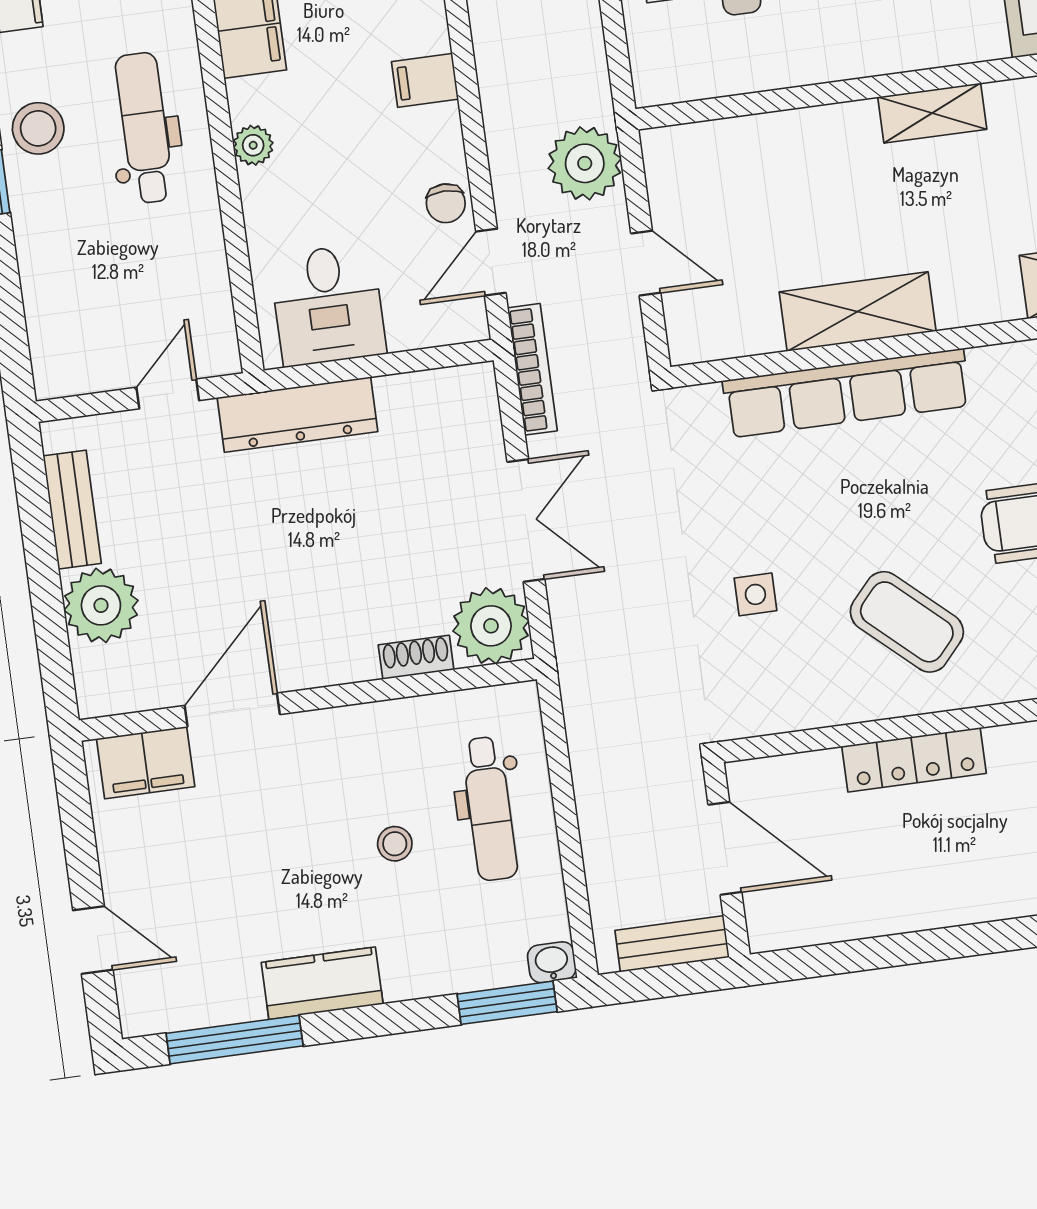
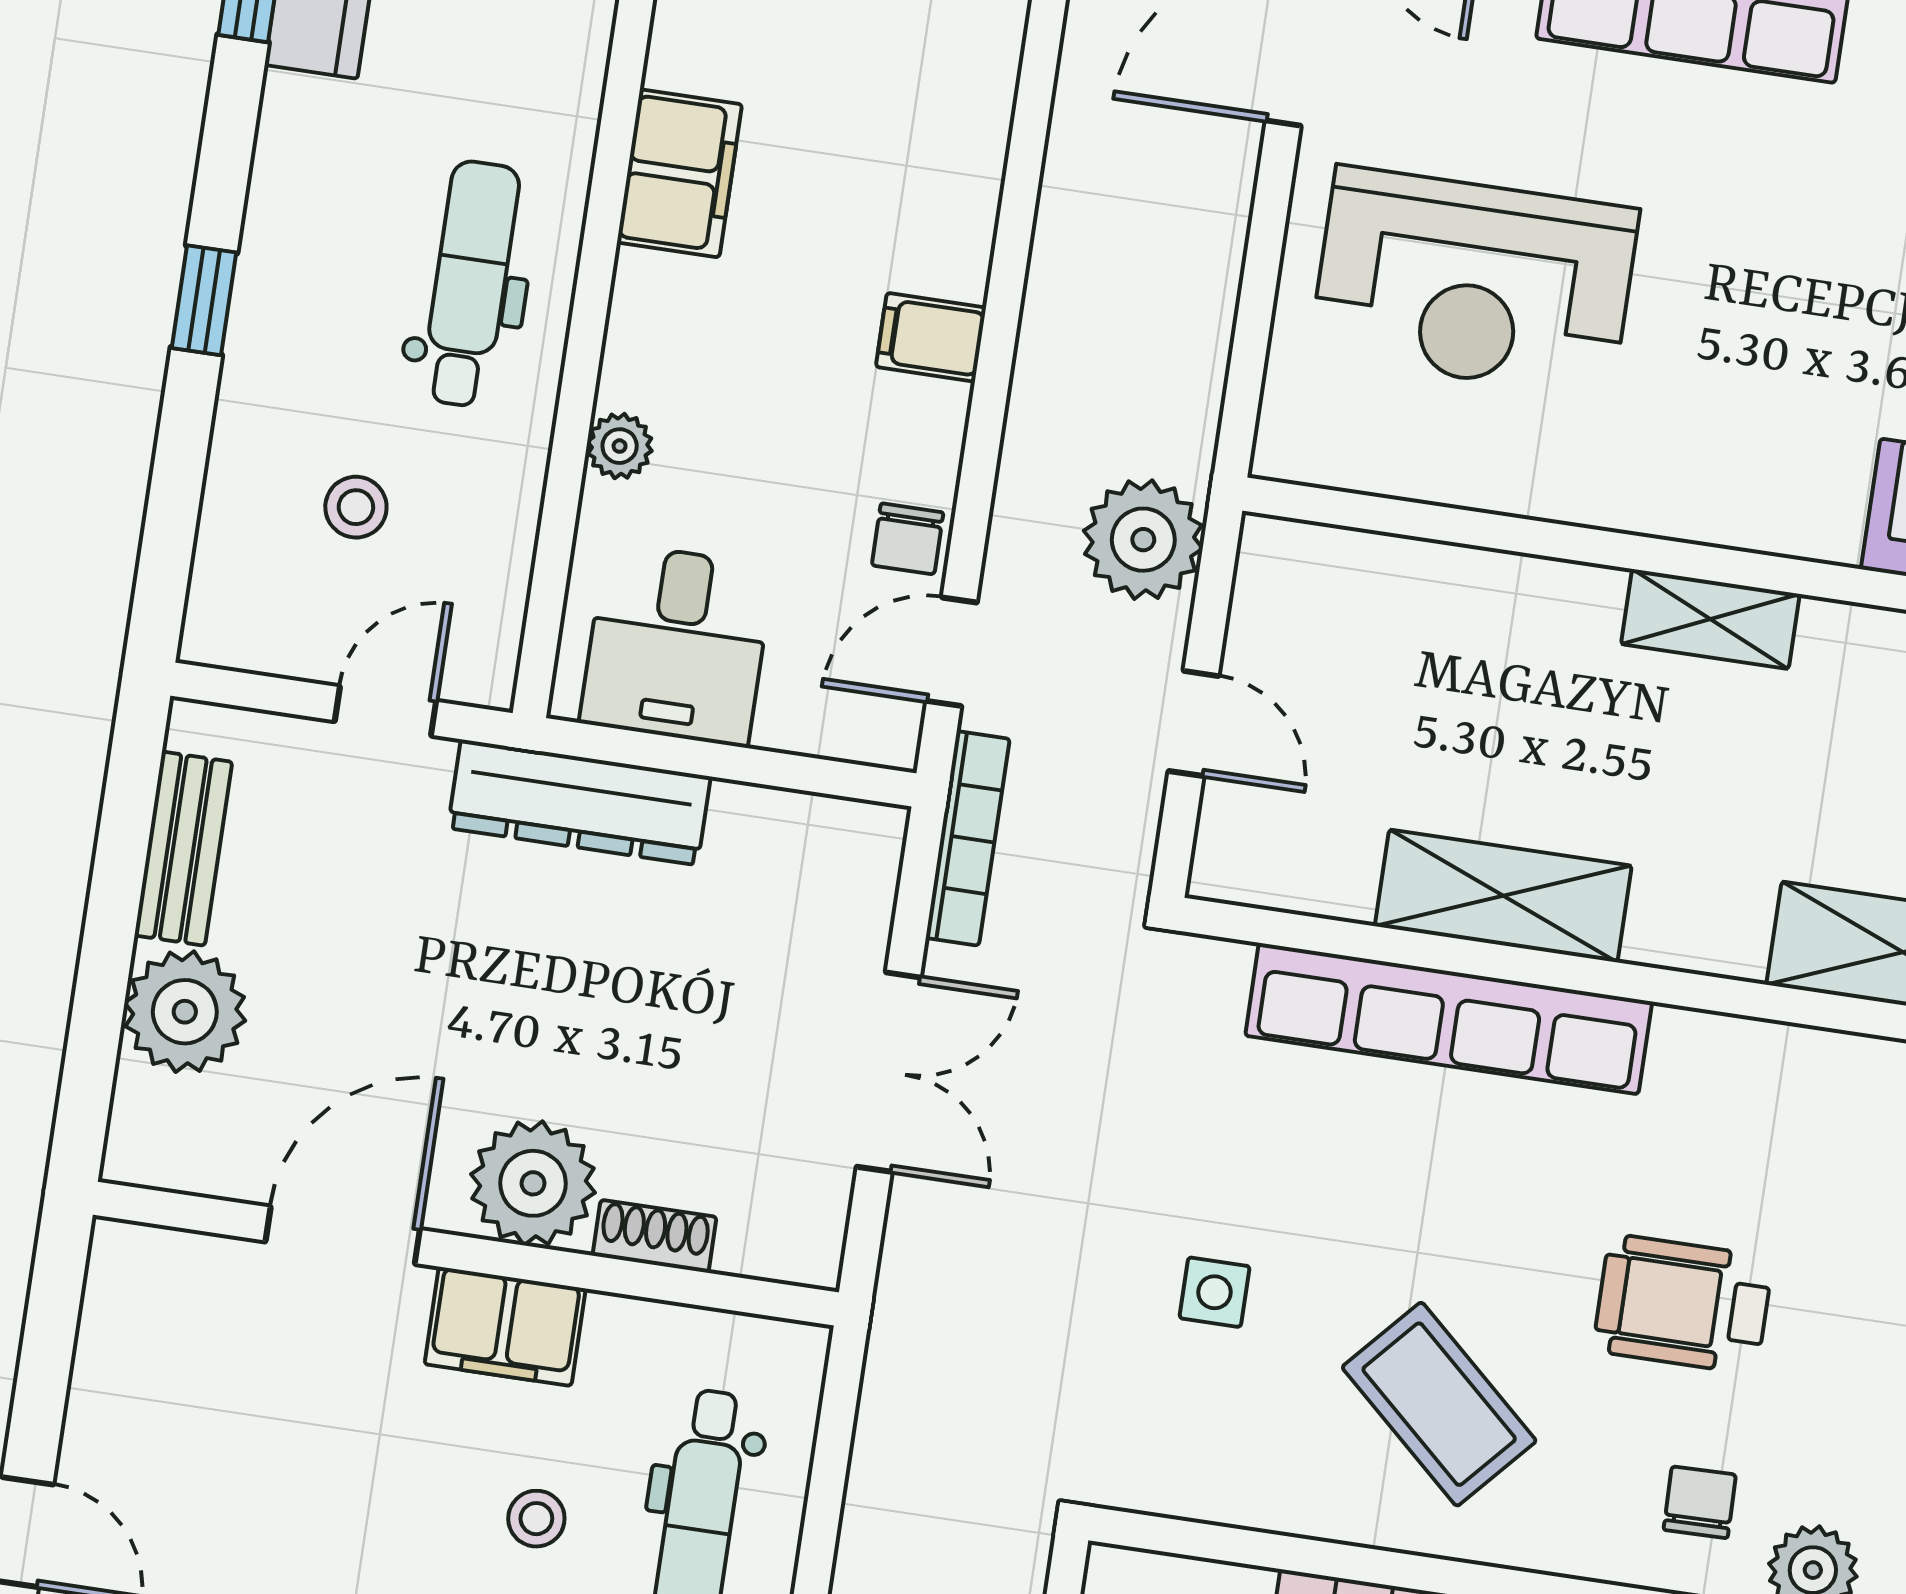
stool: (38, 128) -> (356, 507), moved, width x0.73, depth x0.73
plant: (253, 145) -> (620, 446), moved
plant: (491, 626) -> (533, 1183), moved
filing cabinet: (146, 763) -> (505, 1326), moved

